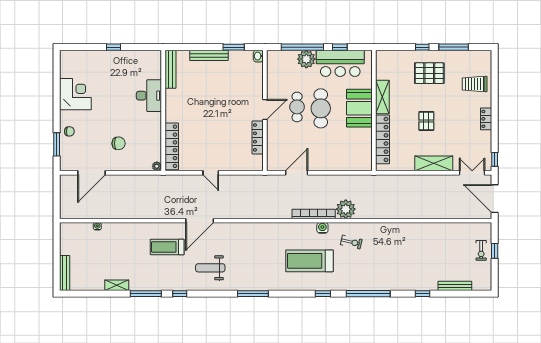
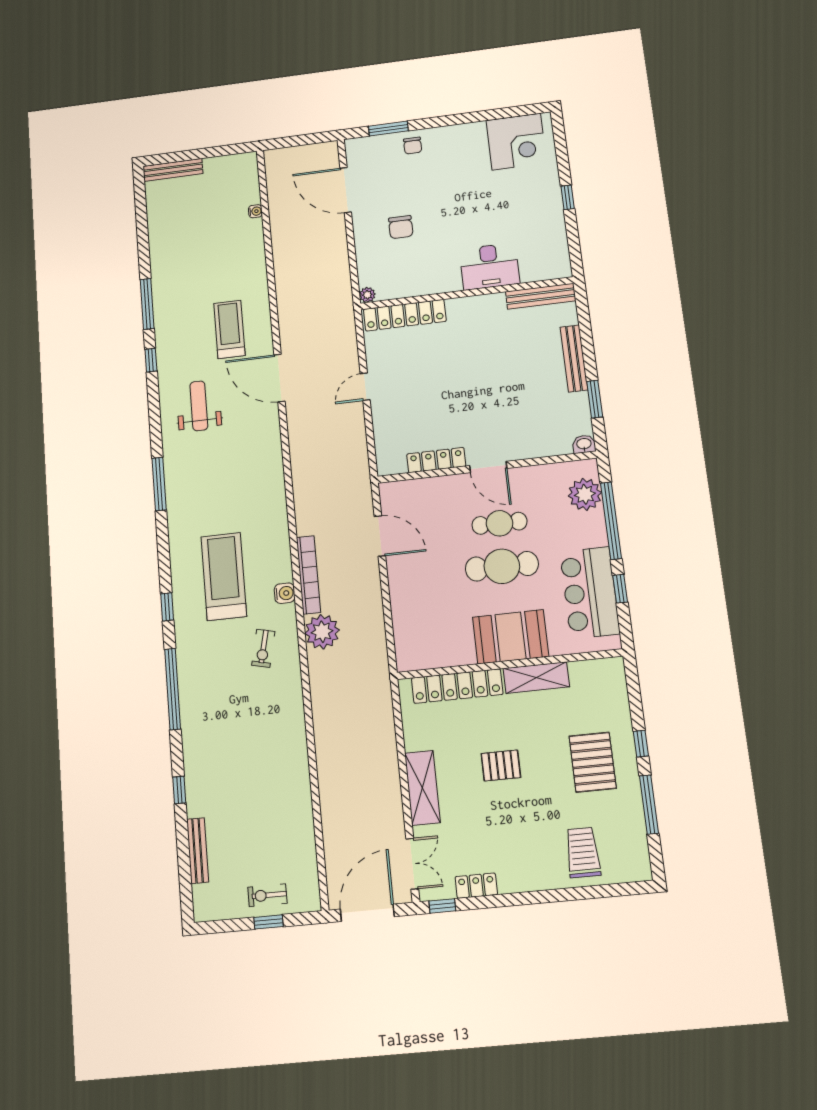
plant: (306, 59) -> (585, 494), moved
corner desk: (75, 94) -> (516, 142), moved
locker: (486, 119) -> (476, 886), moved
shelving: (117, 285) -> (158, 255), removed

